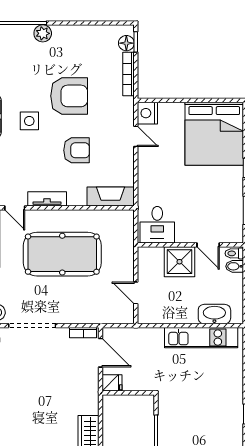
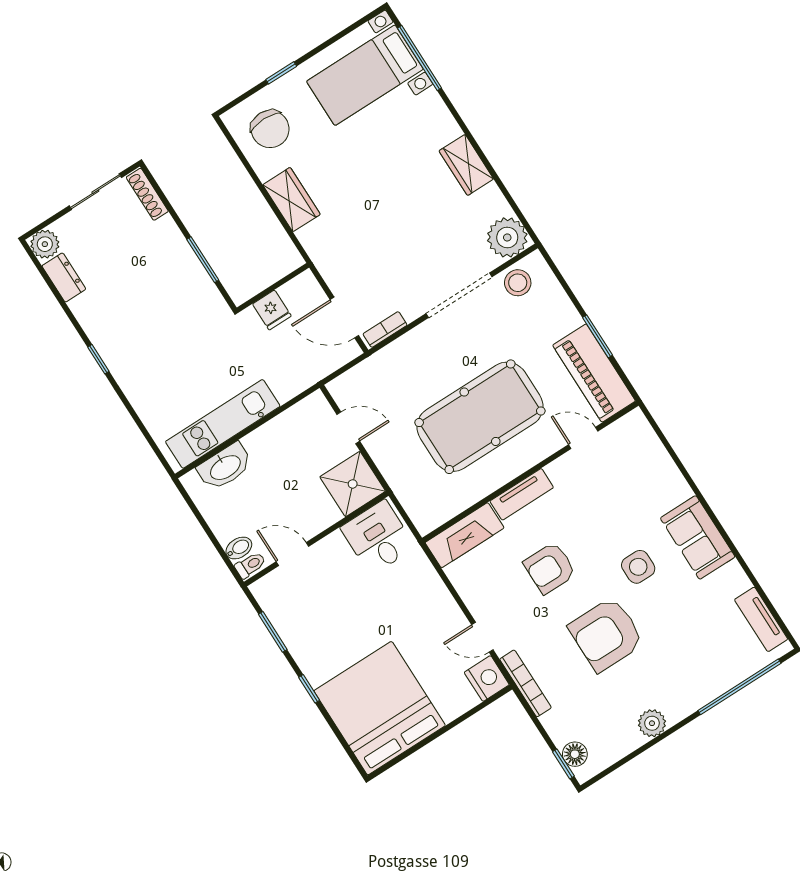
plant: (43, 33) -> (652, 723), moved
bookcase: (129, 74) -> (526, 683), moved
tv unit: (47, 199) -> (522, 494), moved
shower: (180, 262) -> (353, 484), moved
fridge: (112, 383) -> (272, 310), moved, turned -90

